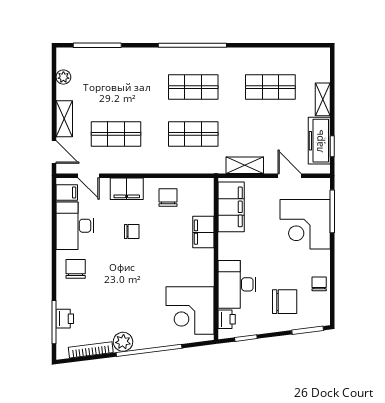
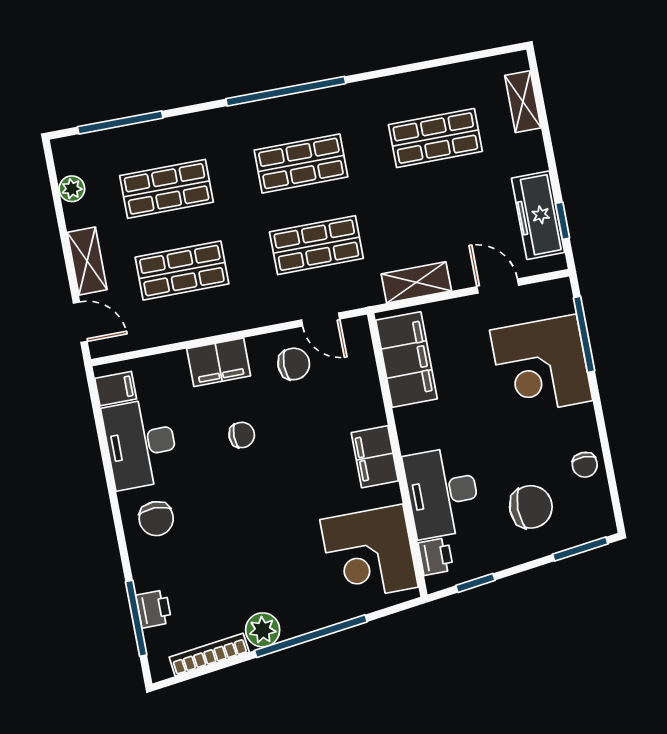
shop shelf: (116, 87) -> (167, 189), added
shelving: (323, 99) -> (523, 102), moved
door: (89, 176) -> (321, 319), moved
chair: (168, 198) -> (294, 364), turned 90
filing cabinet: (203, 232) -> (375, 457), moved
chair: (76, 269) -> (156, 519), turned 180
chair: (319, 284) -> (585, 465), turned 180

